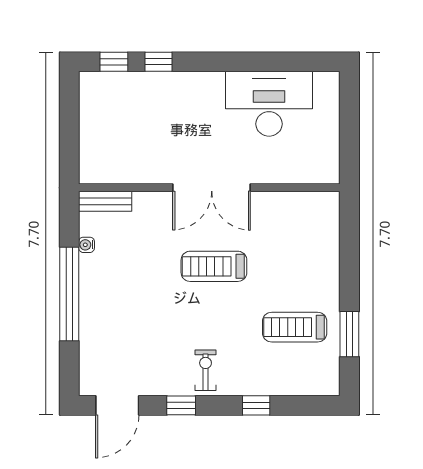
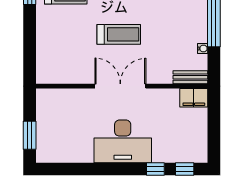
desk: (269, 104) -> (123, 141), moved
window: (349, 113) -> (30, 135), added
filing cabinet: (100, 170) -> (194, 98), added

